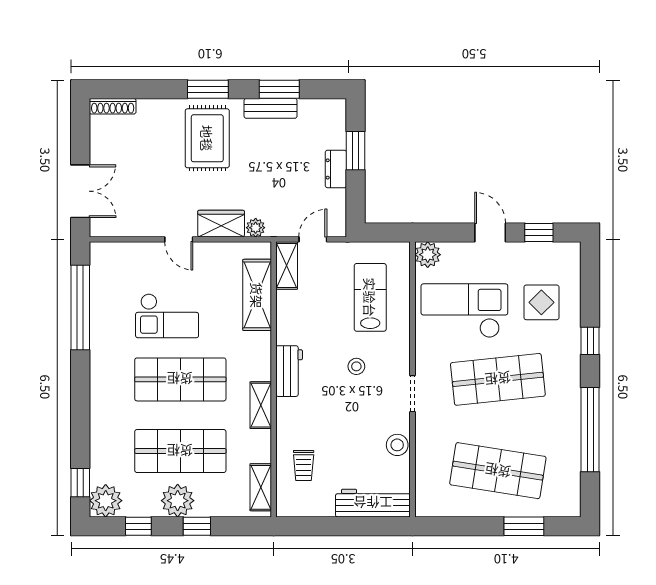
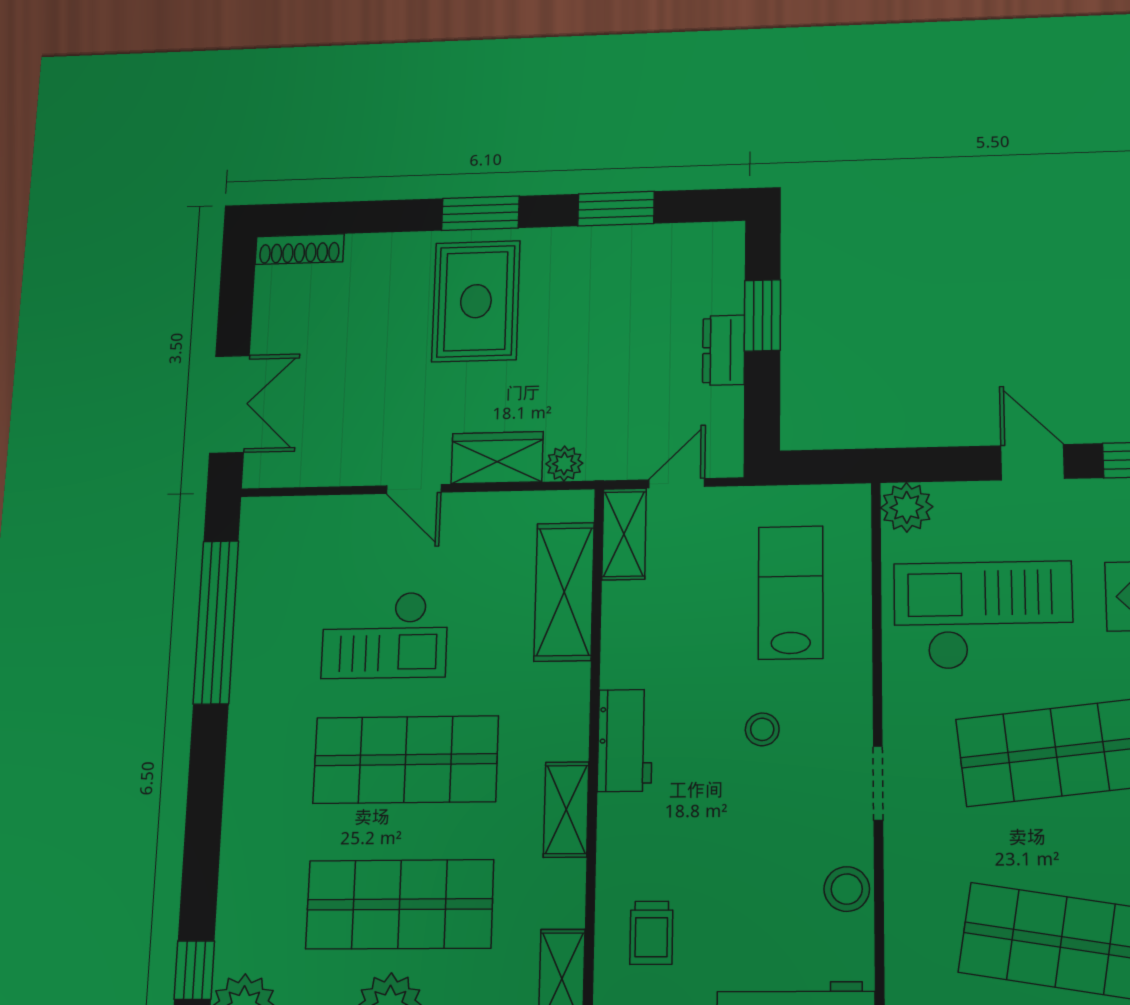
bench: (271, 108) -> (599, 244), removed

